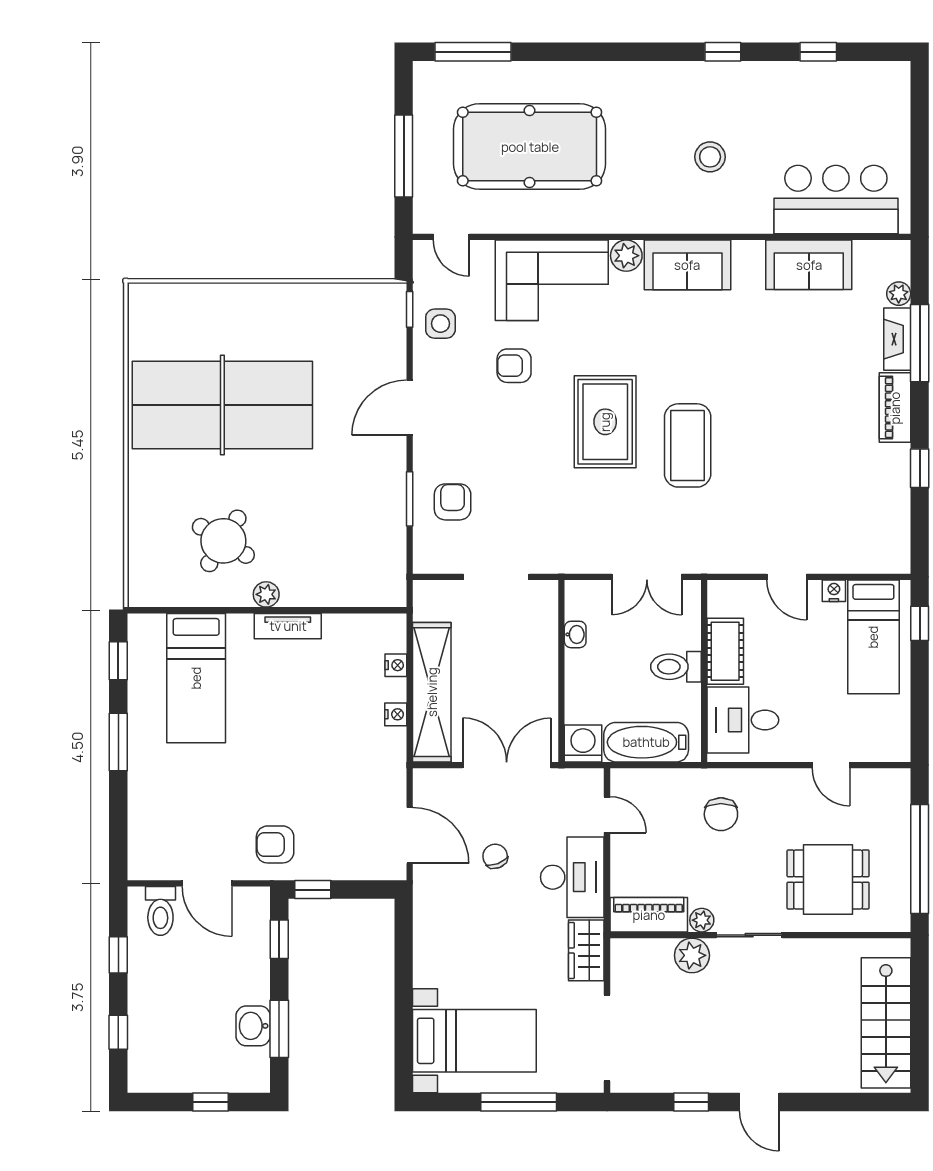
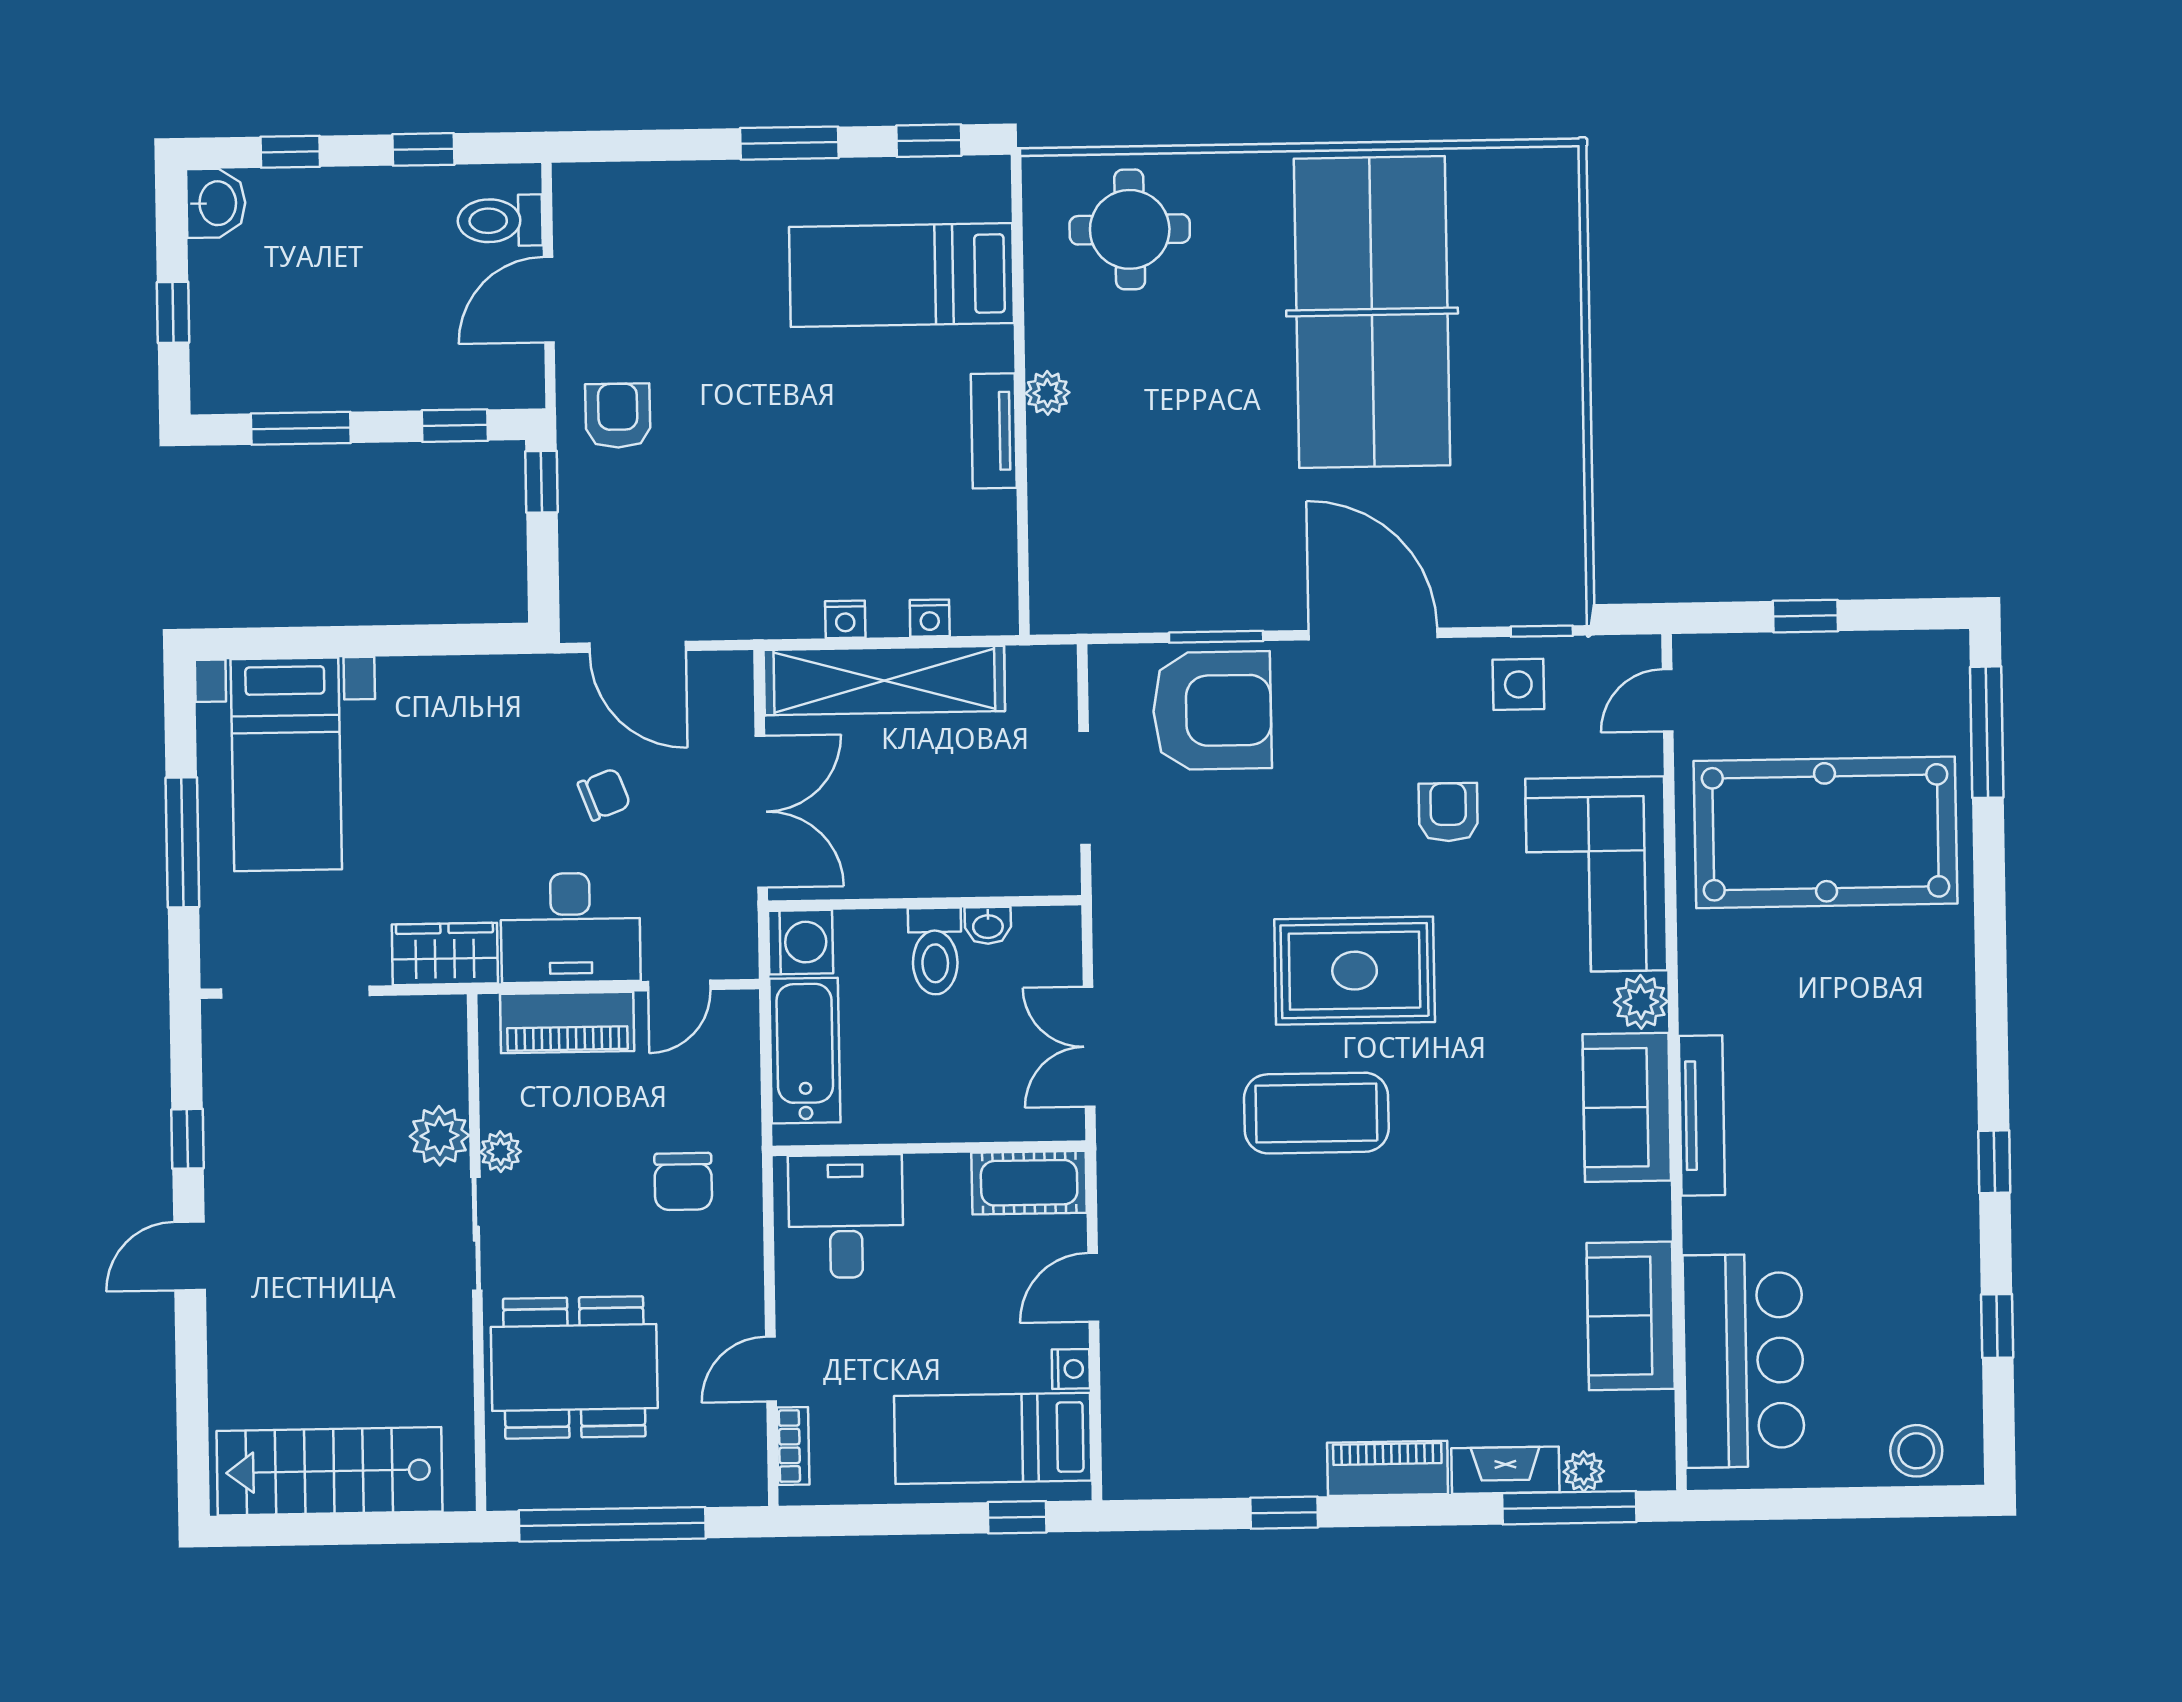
pool table: (530, 147) -> (1826, 832), turned 90
window: (404, 156) -> (1805, 616), width x0.46
stool: (710, 157) -> (1916, 1451), moved
tv unit: (693, 221) -> (1702, 1116), added
window: (920, 343) -> (1569, 1508), moved
door: (410, 408) -> (1373, 634), width x1.36
armchair: (453, 502) -> (1212, 711), width x1.88, depth x1.88
round table: (223, 541) -> (1130, 229), moved, turned -32
cot: (725, 651) -> (1029, 1183), moved
toilet: (676, 667) -> (935, 951), moved, turned 180
bookcase: (876, 753) -> (793, 1446), added
chair: (721, 814) -> (683, 1181), turned -90
door: (410, 835) -> (638, 647), hinge flipped
dining table: (828, 879) -> (574, 1367), width x1.38
piano: (649, 915) -> (567, 1022), moved, turned 90
washbasin: (253, 1026) -> (216, 203), moved, turned 90

